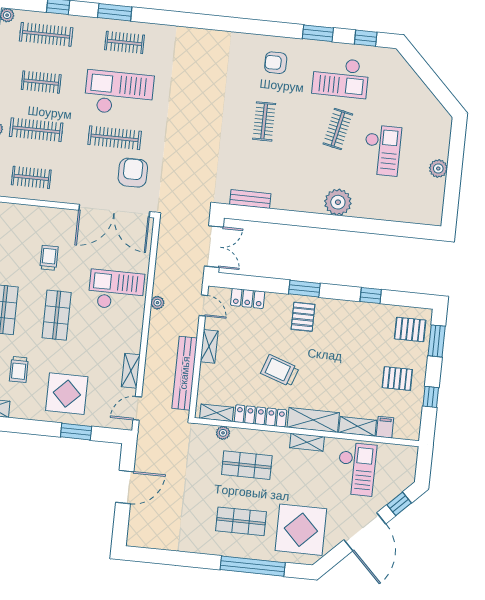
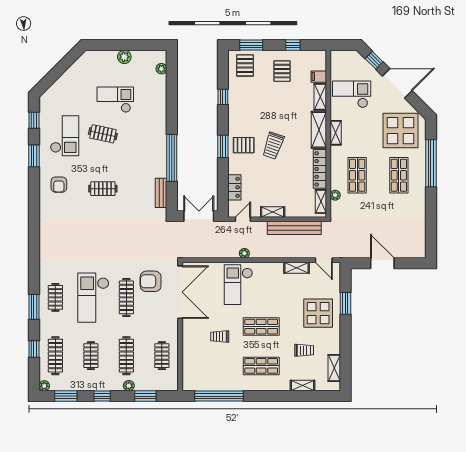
plant: (338, 202) -> (161, 69), moved, width x0.53, depth x0.53
window: (296, 218) -> (172, 158), added
trolley: (280, 371) -> (273, 146), moved

